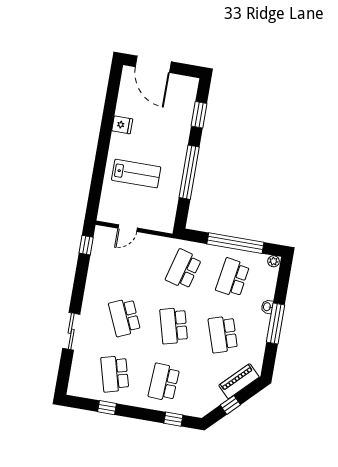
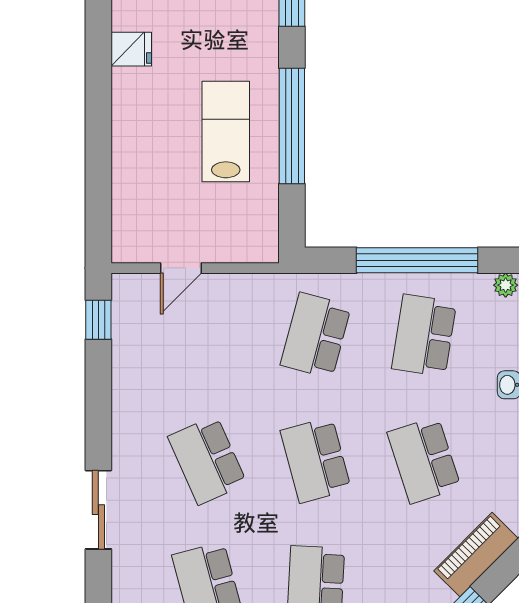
lab bench: (136, 174) -> (226, 131), moved, turned -90

